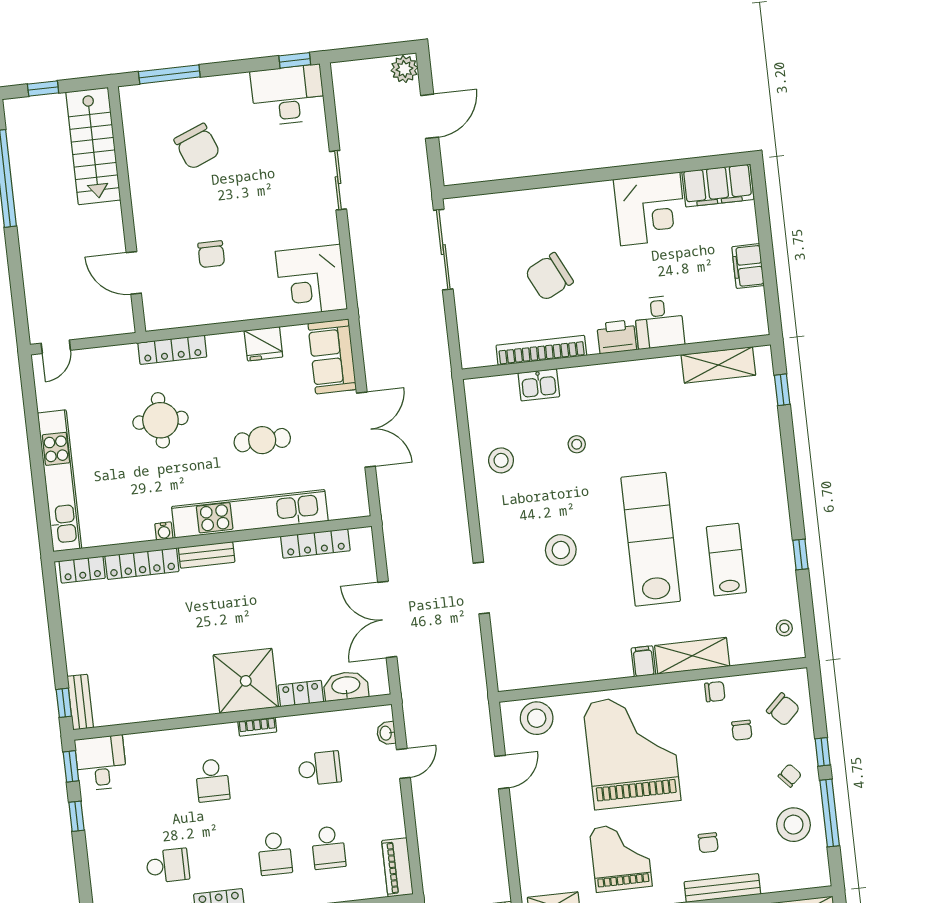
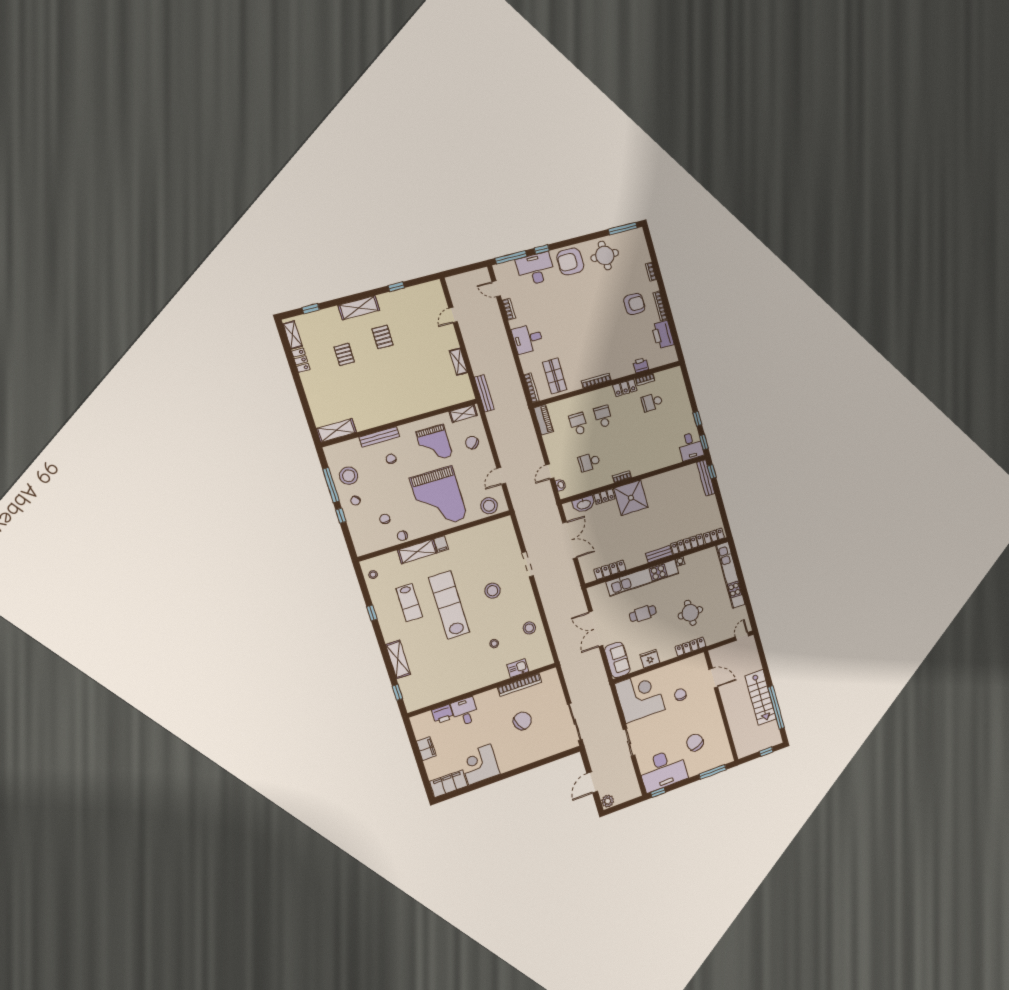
desk: (288, 95) -> (663, 770), width x1.36, depth x1.30
stairs: (93, 146) -> (761, 697), moved, turned 180
corner desk: (311, 280) -> (640, 697), width x1.36, depth x1.36
printer: (617, 337) -> (443, 714), moved
shelving: (718, 365) -> (398, 659), moved, turned 90
lab bench: (651, 539) -> (449, 605), turned 180
bench: (80, 702) -> (706, 478), width x1.36
chair: (783, 709) -> (472, 443), moved
school desk: (212, 780) -> (638, 447), removed

